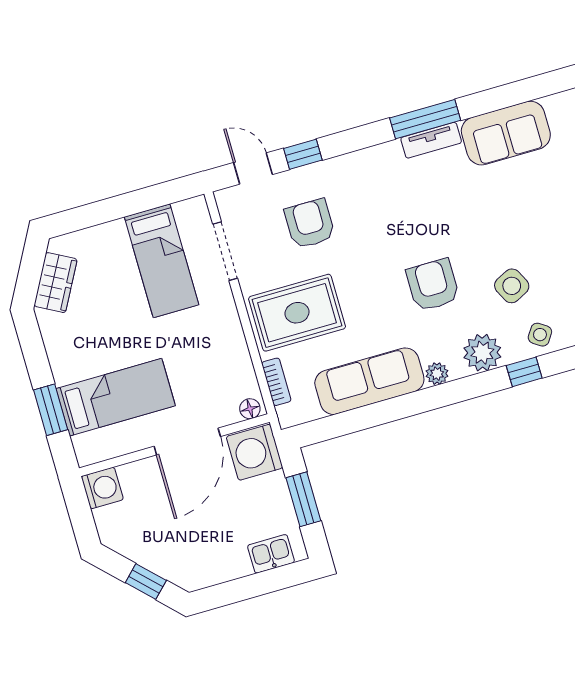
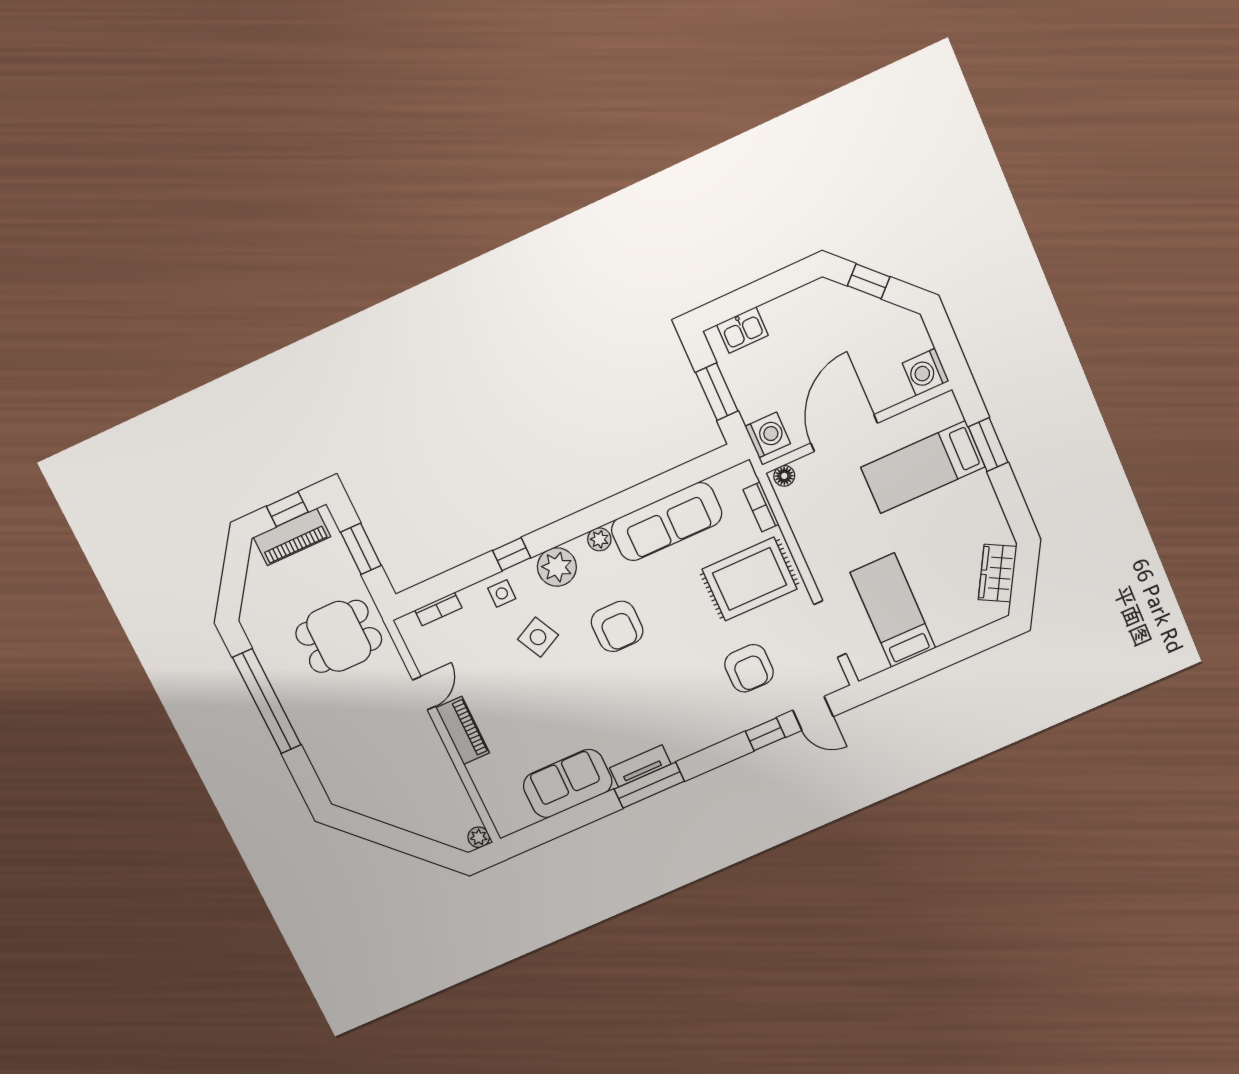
side table: (540, 335) -> (502, 593), turned -34
washing machine: (255, 452) -> (768, 435), width x0.73, depth x0.73

